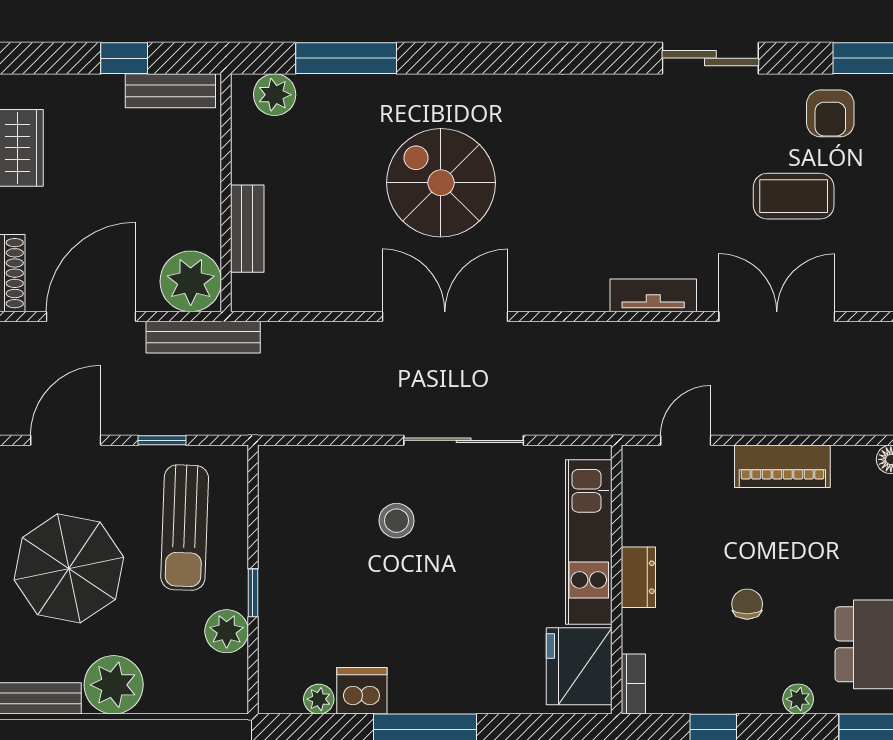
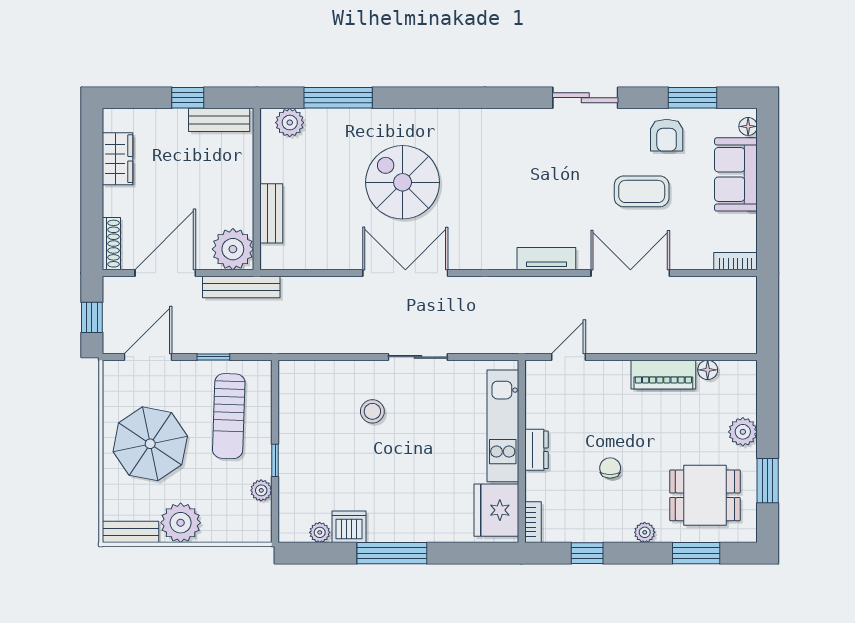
sliding door: (464, 440) -> (418, 357), width x0.73
piano: (782, 466) -> (663, 375), moved
plant: (227, 631) -> (261, 490), width x0.73, depth x0.73

